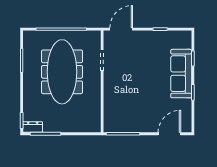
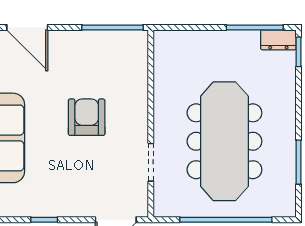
armchair: (137, 85) -> (87, 117), added
door: (169, 134) -> (27, 27), hinge flipped

